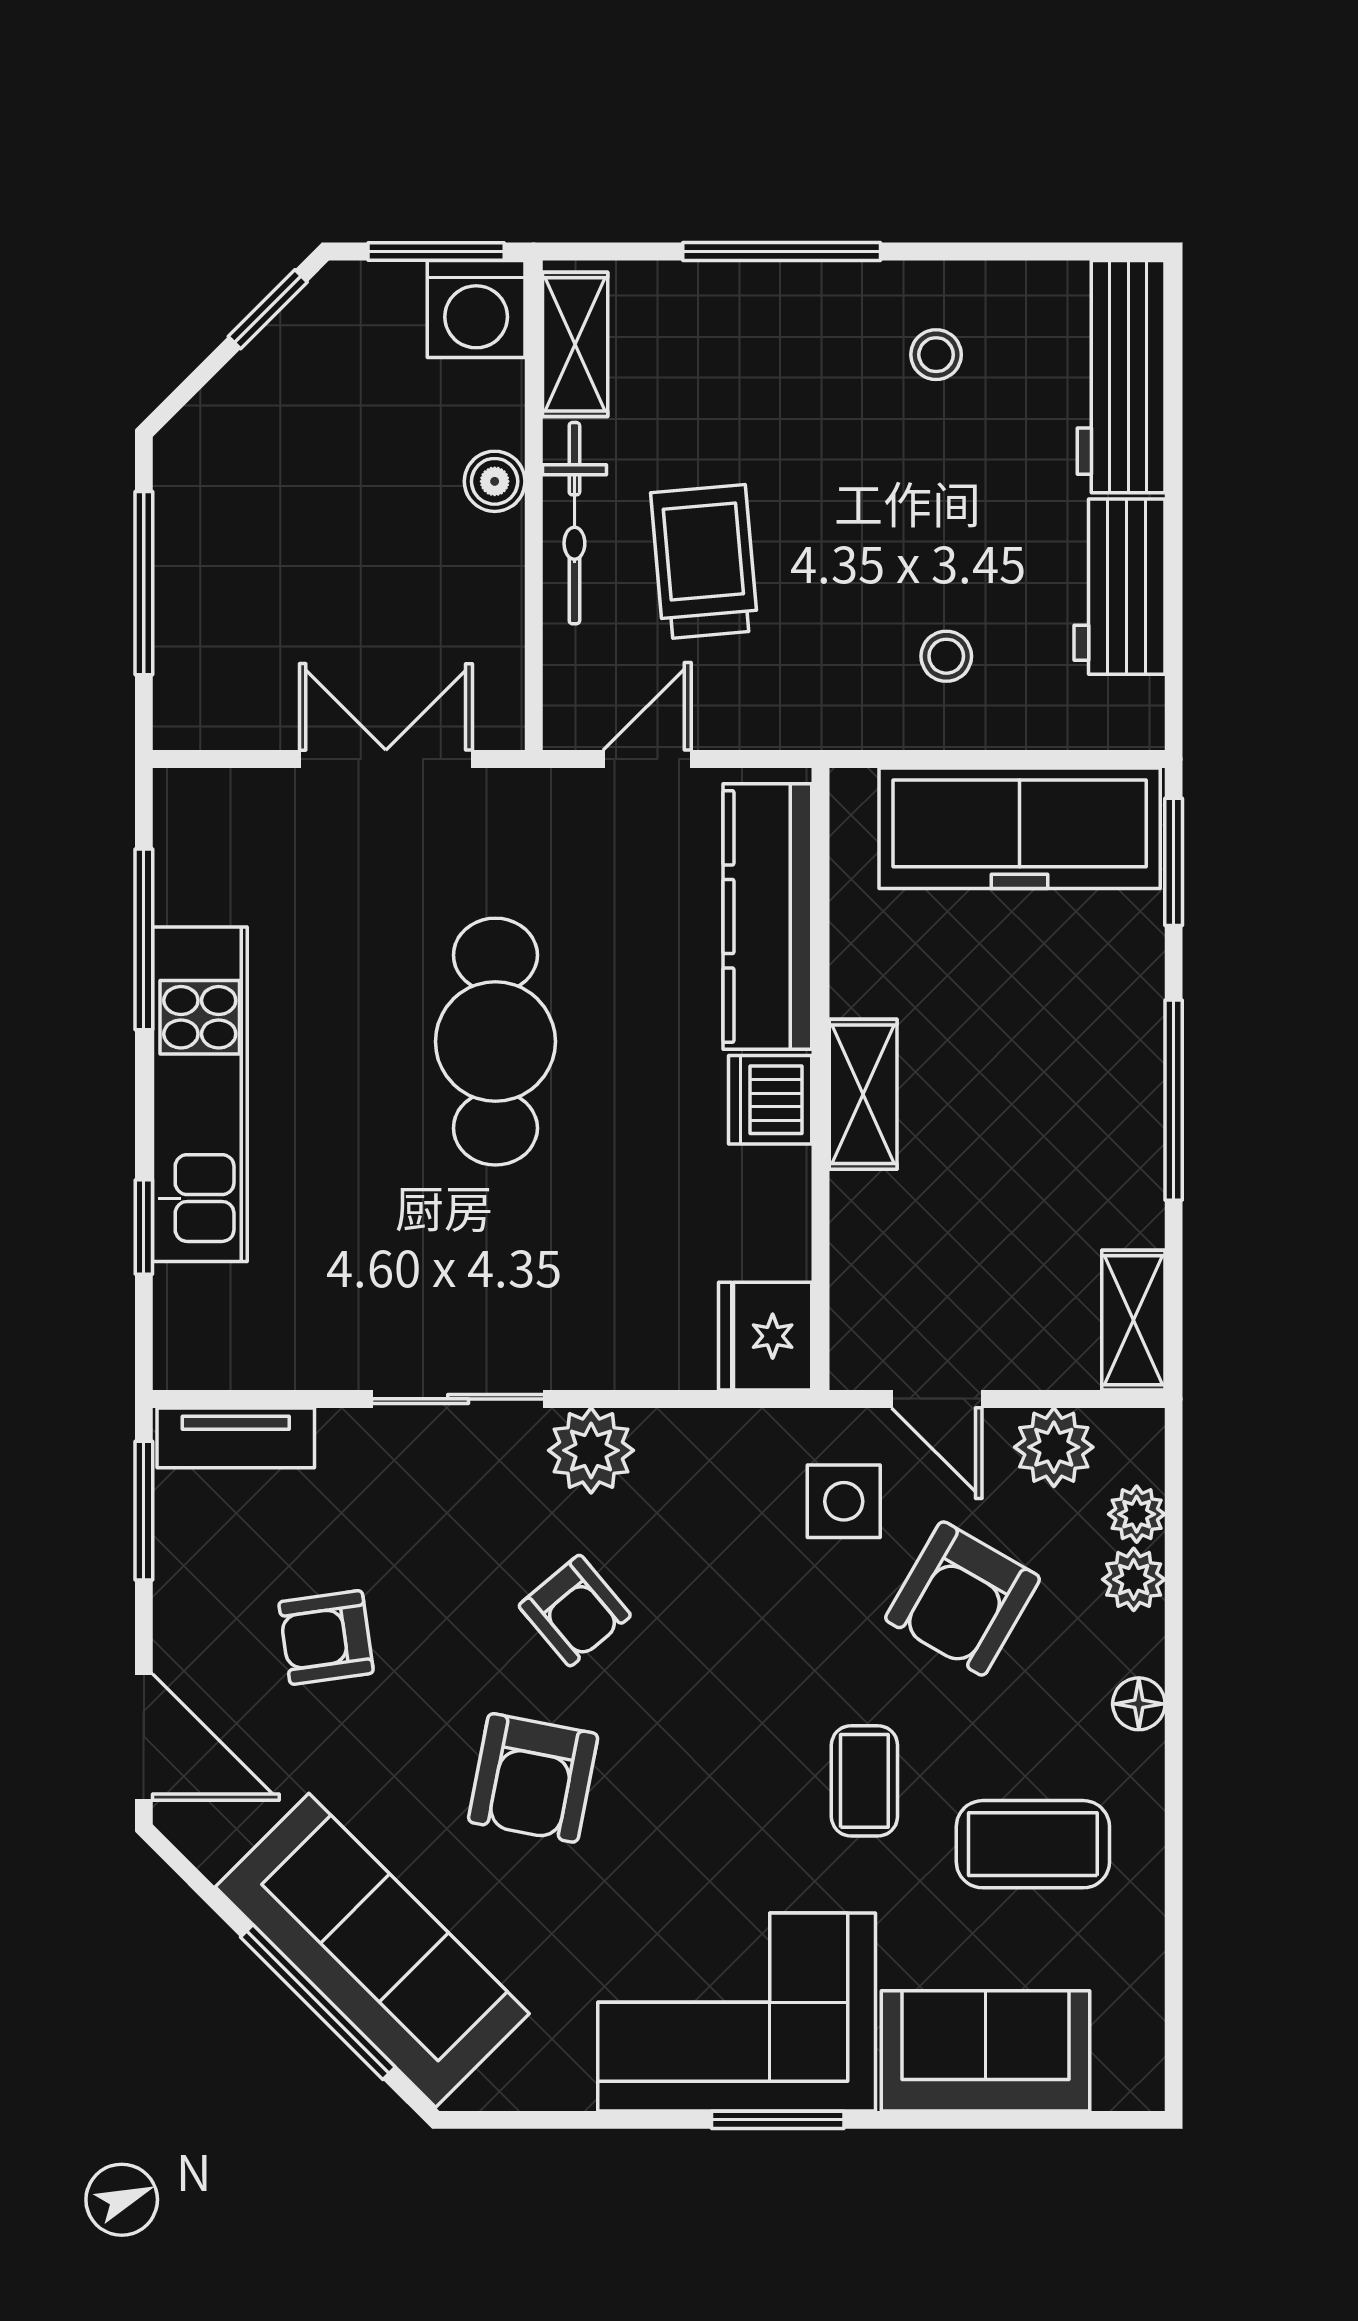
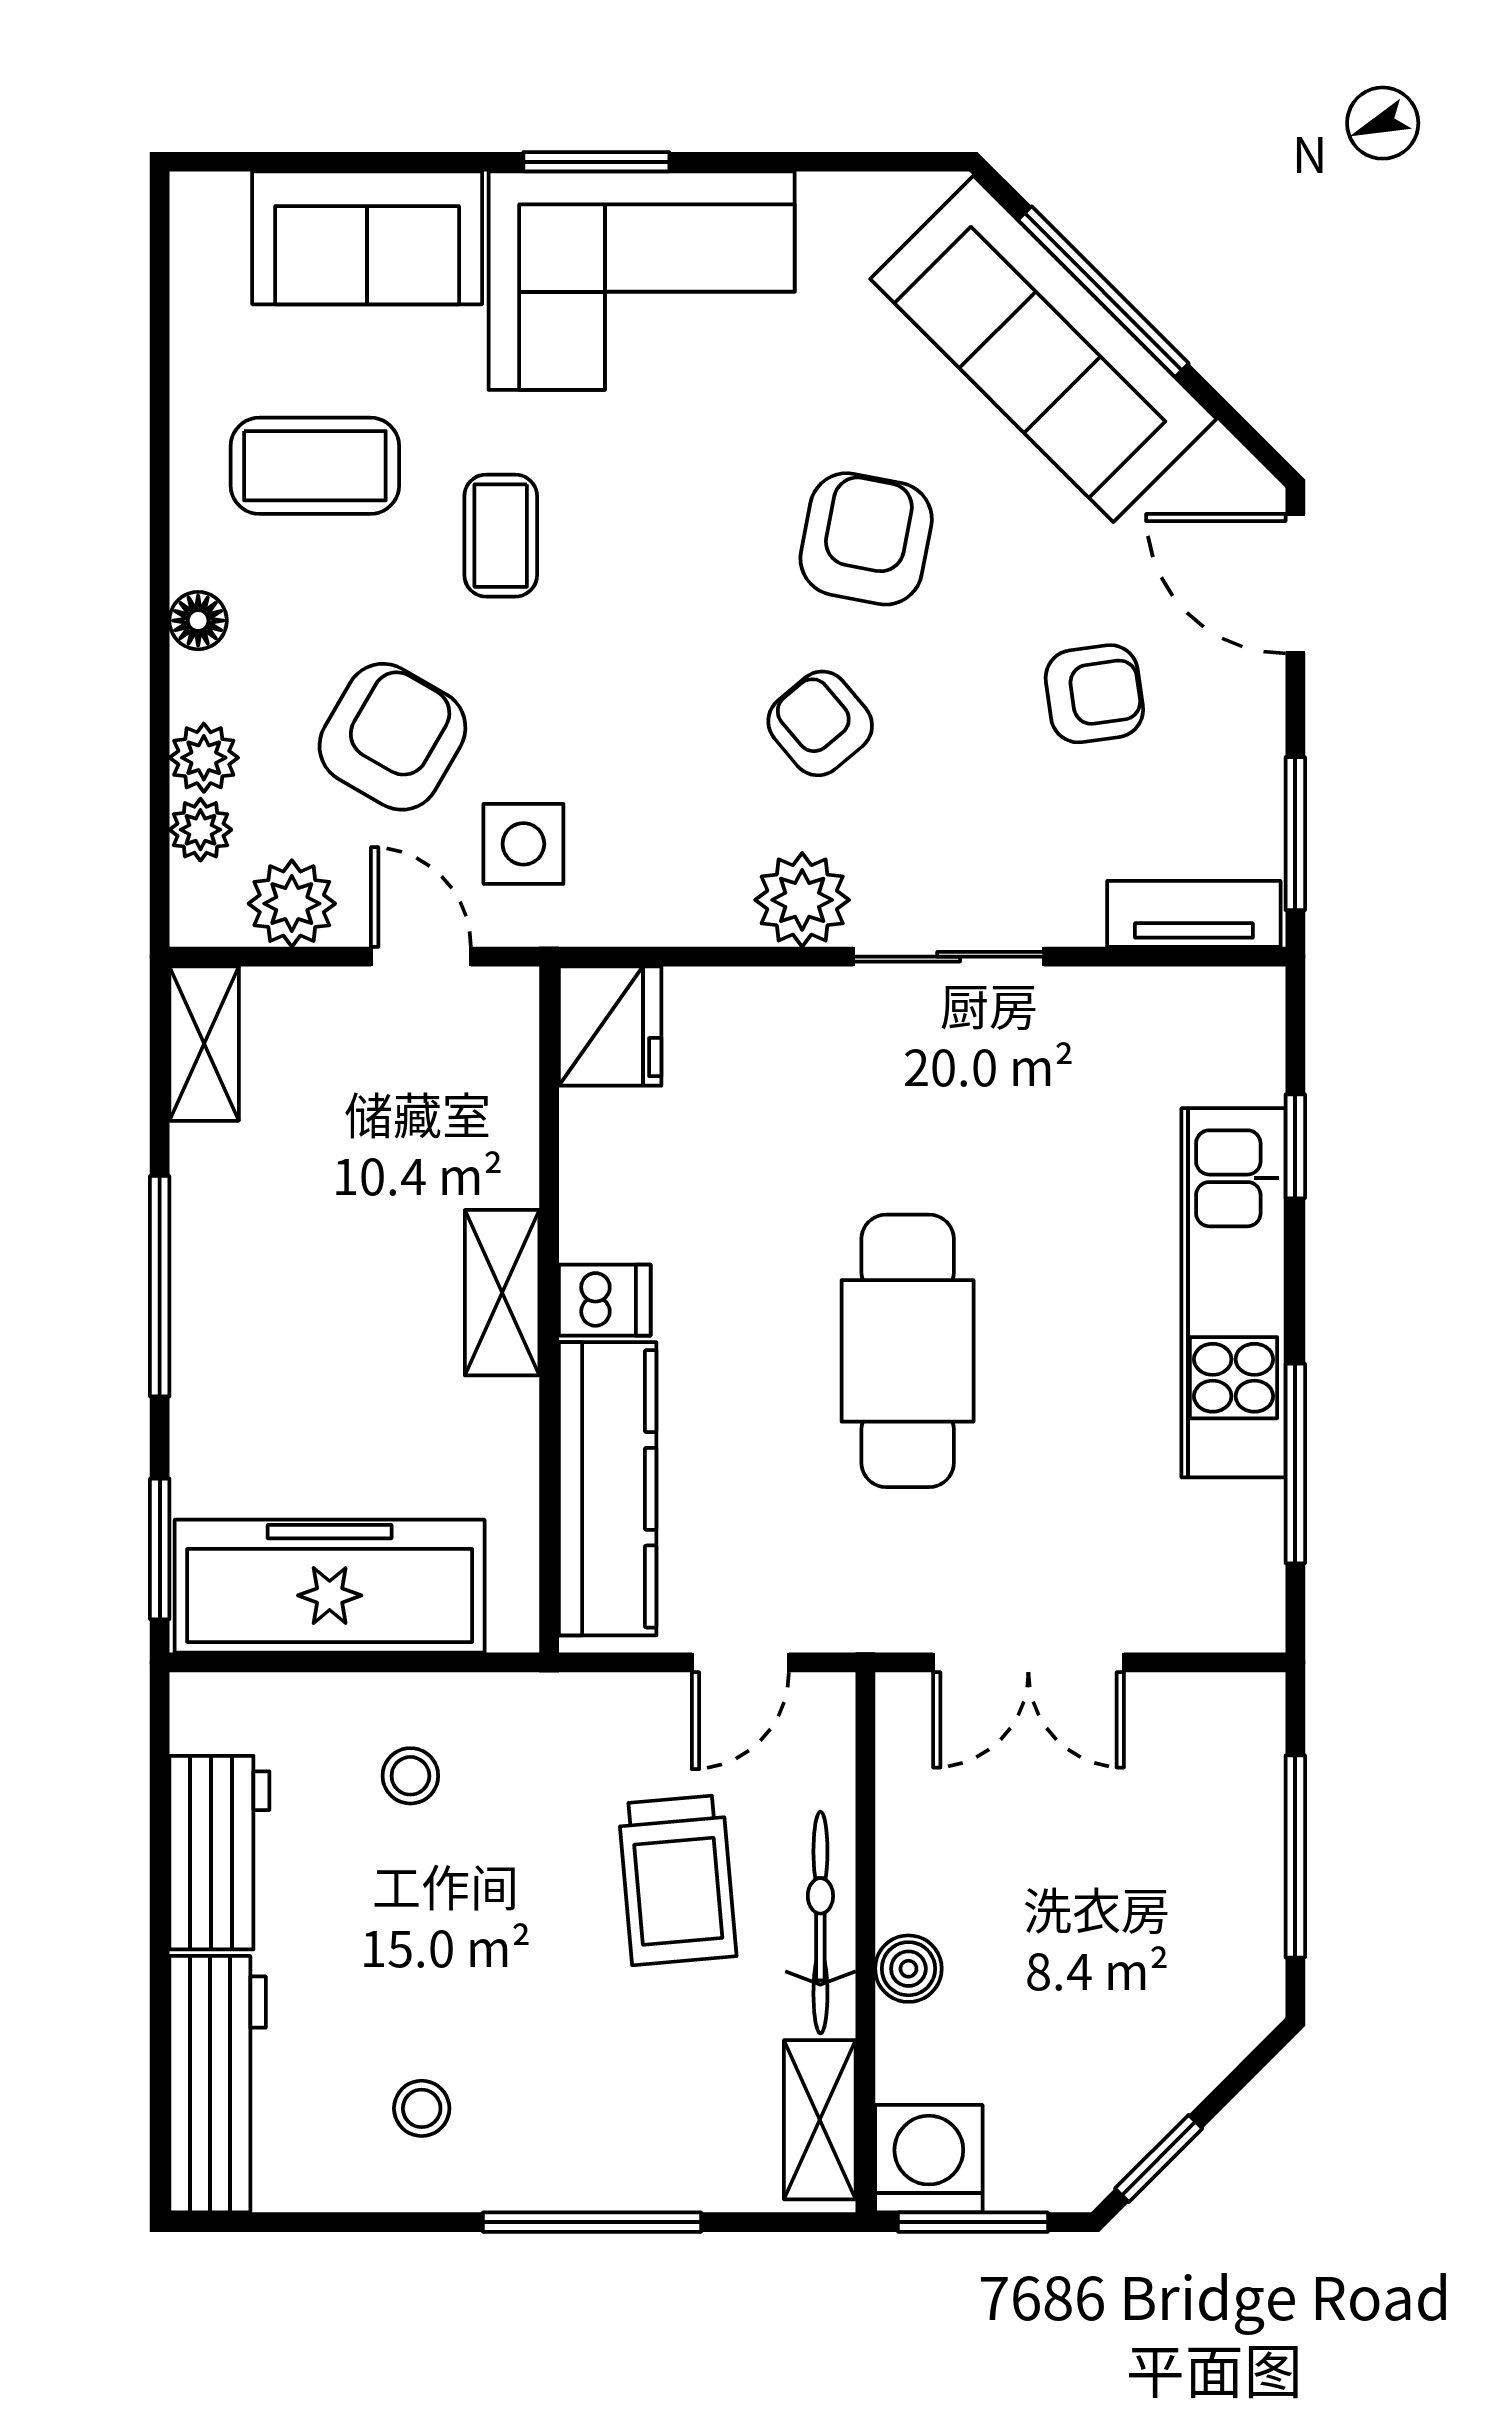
dishwasher: (770, 1100) -> (605, 1300), width x0.73

